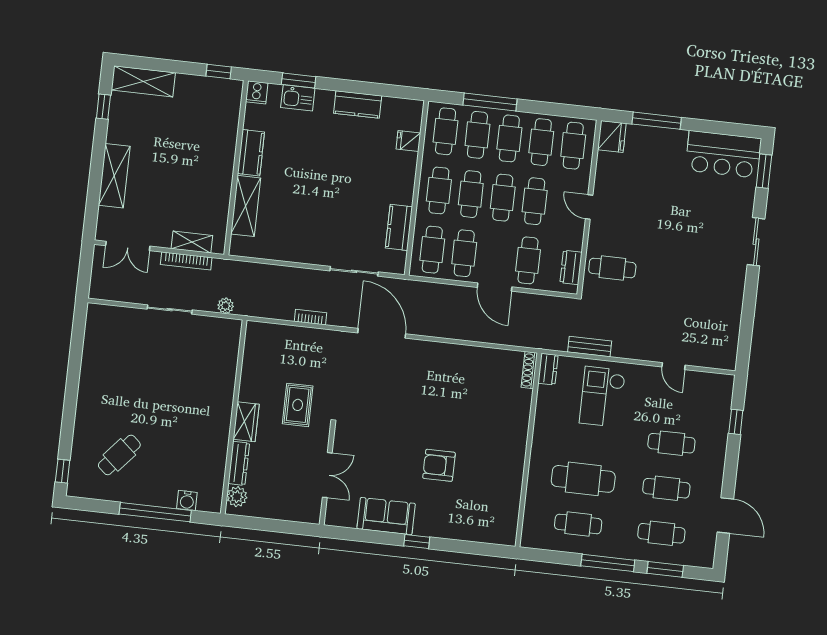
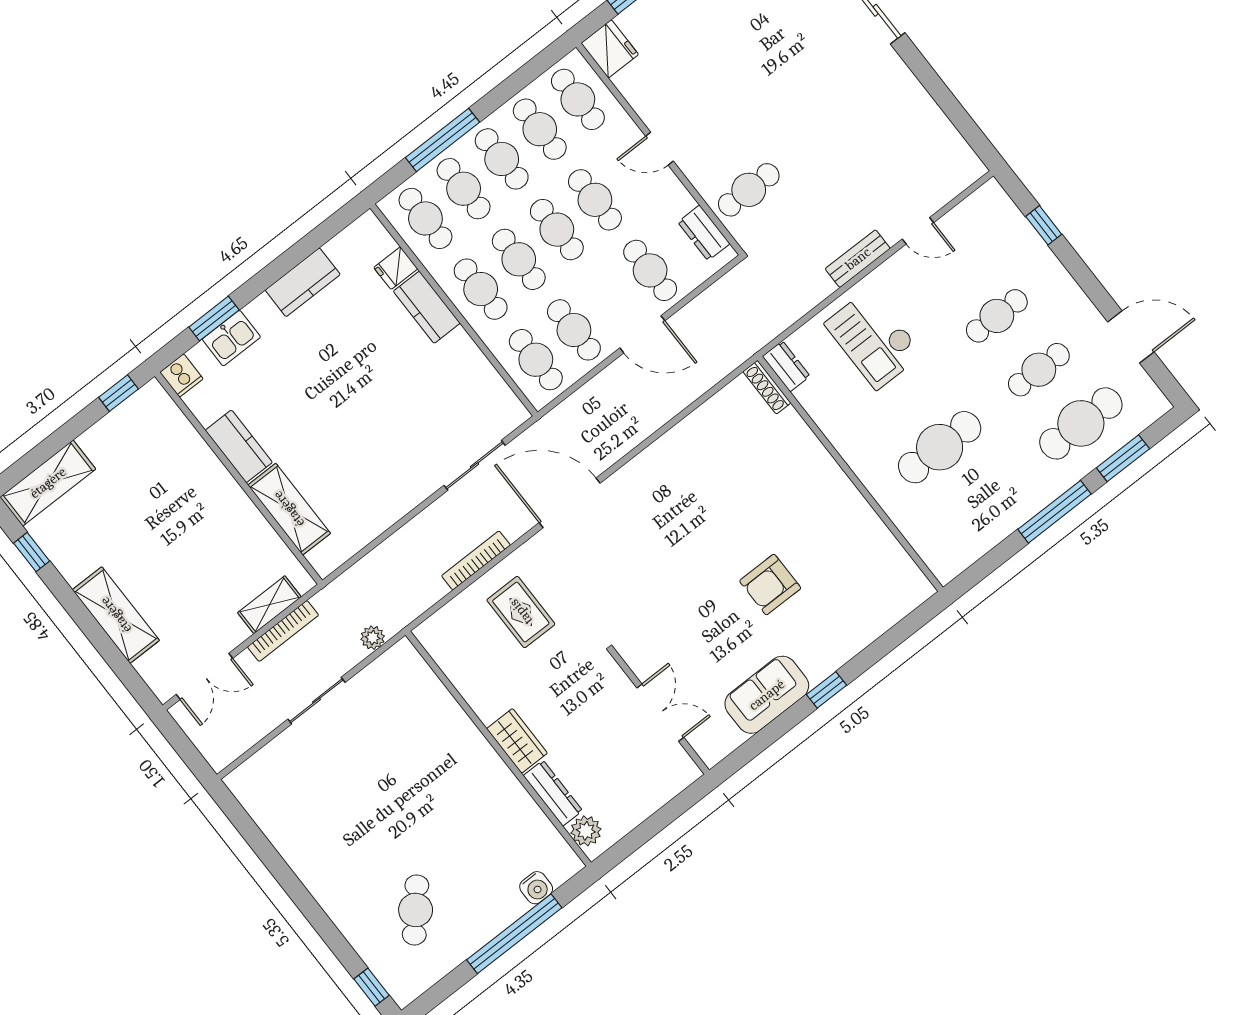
kitchen counter: (399, 227) -> (427, 307), moved
bookcase: (310, 317) -> (476, 560), width x1.56
bench: (590, 347) -> (858, 259), moved
rug: (298, 405) -> (521, 612), moved
cafe table: (578, 524) -> (982, 501), removed
cafe table: (661, 533) -> (1081, 423), width x1.37, depth x1.35

